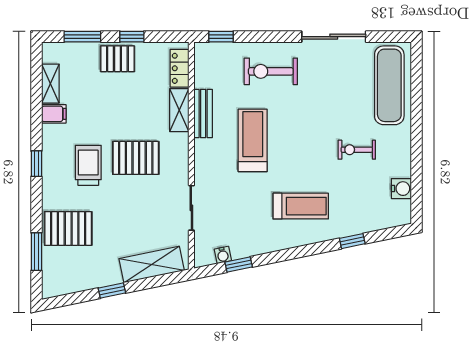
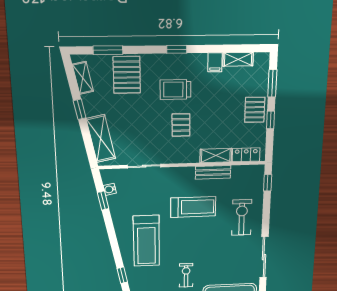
pallet: (136, 158) -> (181, 125), width x0.67, depth x0.71
trolley: (88, 165) -> (175, 90), turned 180
treadmill: (301, 206) -> (146, 241), width x1.37, depth x1.38
shelving: (71, 285) -> (83, 78), added

